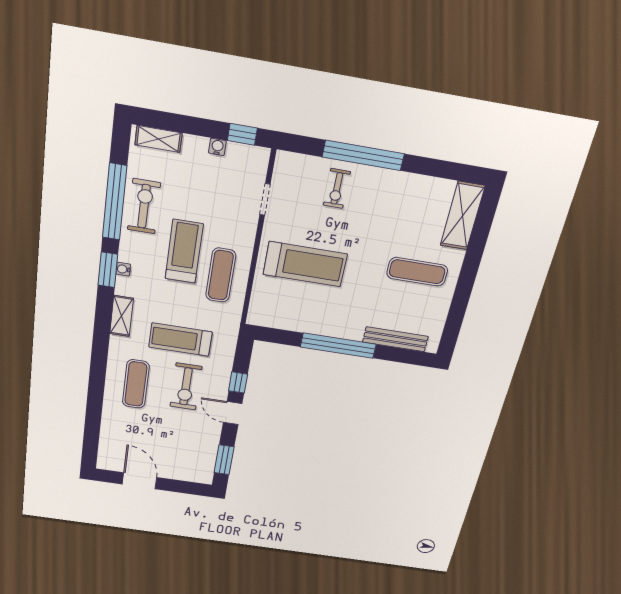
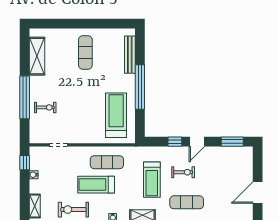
shelving: (463, 216) -> (37, 56), moved, turned 90
treadmill: (305, 264) -> (116, 115), moved
exercise bike: (186, 386) -> (183, 172), width x0.73, depth x0.72

